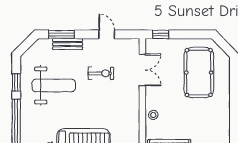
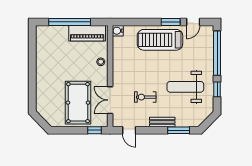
door: (107, 34) -> (129, 130), moved
bench: (68, 44) -> (162, 122), moved
pool table: (199, 73) -> (78, 103), moved

